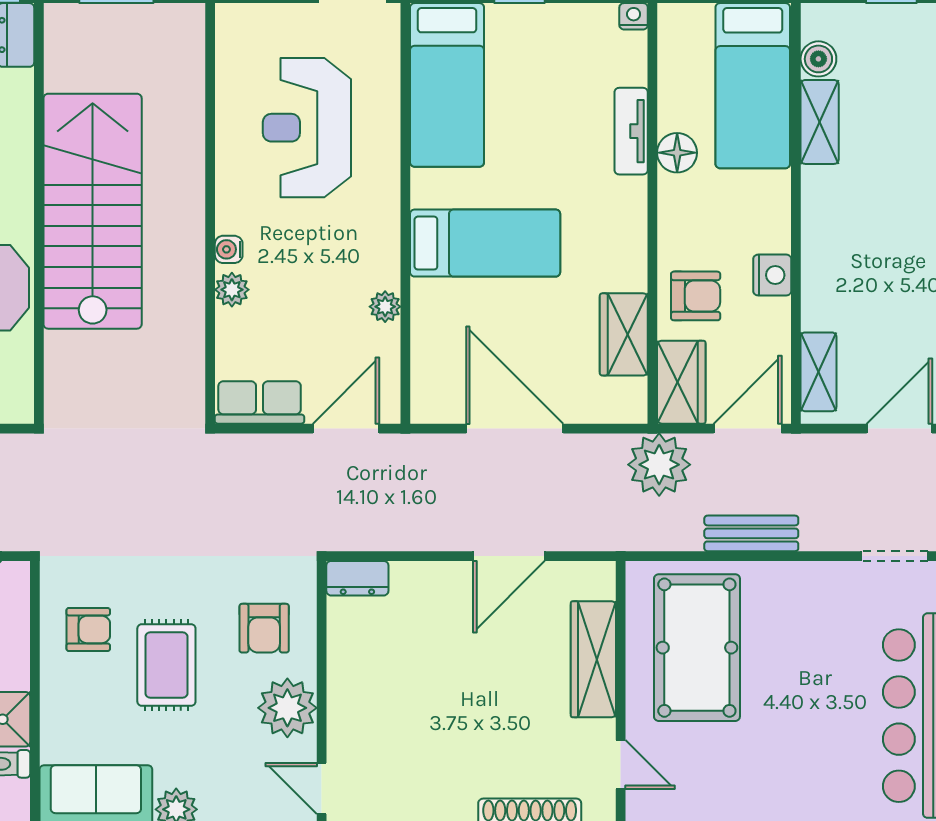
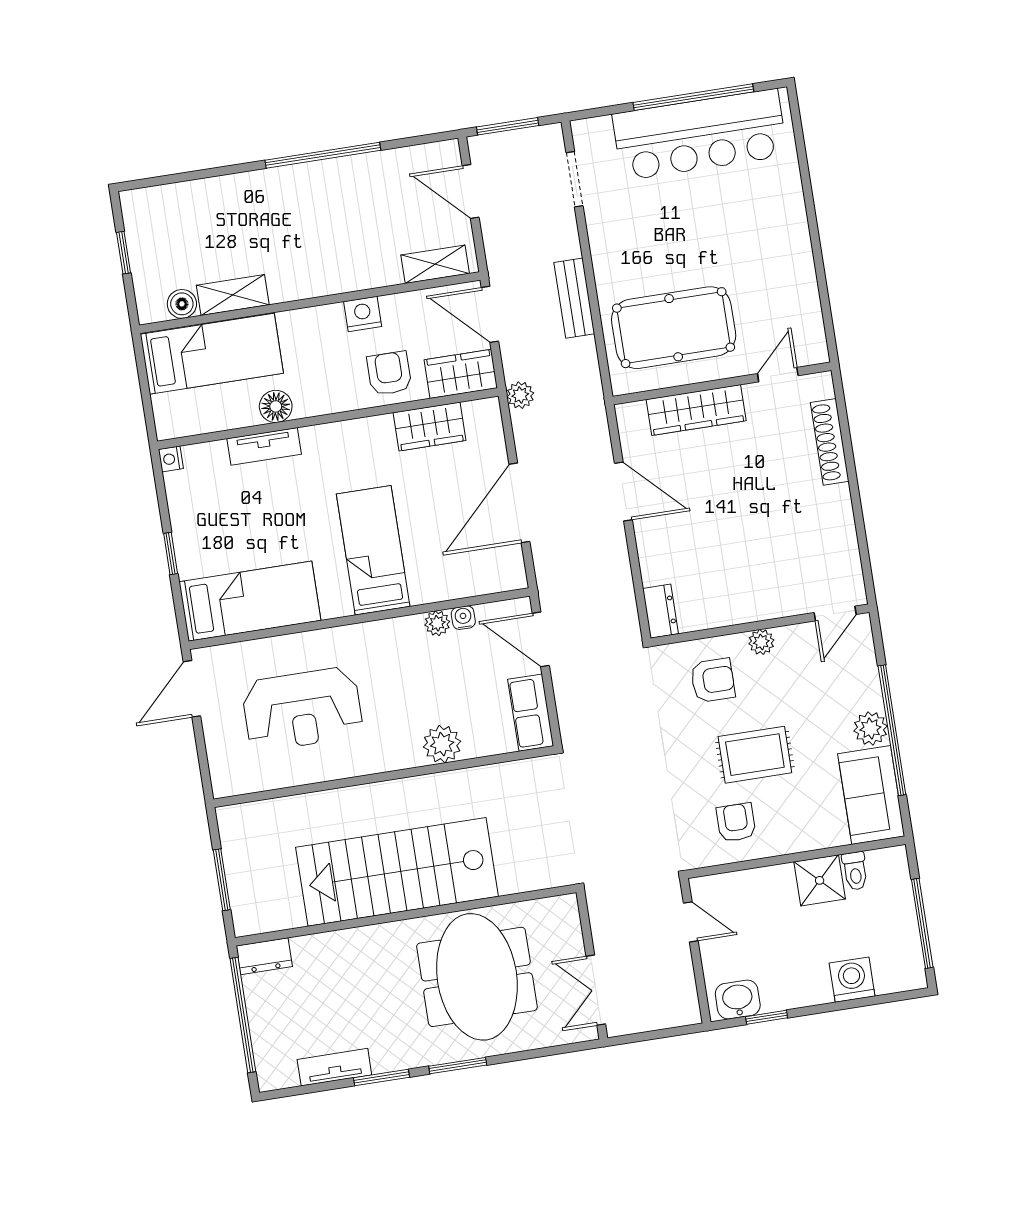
water cooler: (229, 249) -> (463, 618), moved, turned 180
plant: (232, 290) -> (442, 744), width x1.38, depth x1.38
plant: (659, 465) -> (520, 395), width x0.53, depth x0.53
plant: (287, 708) -> (761, 642), width x0.53, depth x0.53

